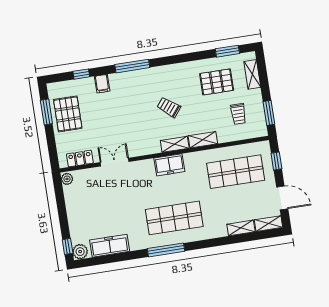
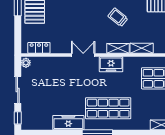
double door: (115, 162) -> (83, 55), moved
sliding door: (62, 213) -> (18, 90), added
freezer: (110, 246) -> (68, 123), moved
plant: (80, 252) -> (27, 124), removed

